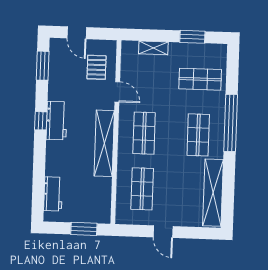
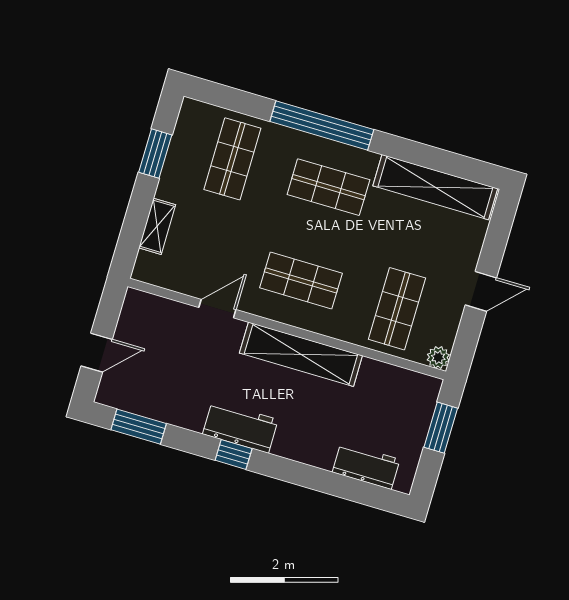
pallet: (97, 67) -> (165, 334), removed
shop shelf: (142, 189) -> (397, 309), turned 90
plant: (122, 218) -> (438, 357), added

